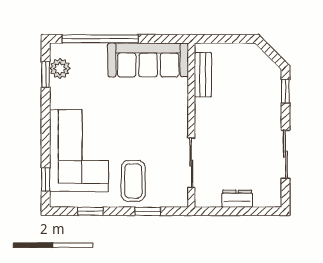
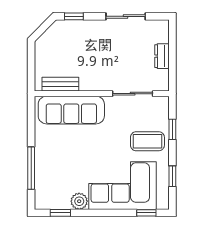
window: (100, 39) -> (31, 168), width x0.68
sofa: (148, 60) -> (71, 110), moved, turned 90
plant: (60, 68) -> (79, 201), moved

